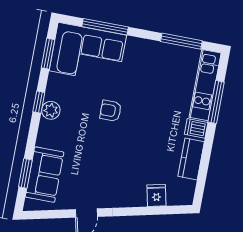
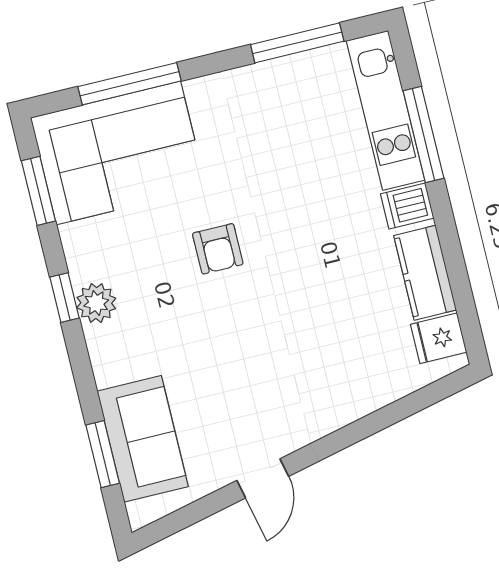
armchair: (111, 111) -> (218, 249), turned -90
fridge: (156, 195) -> (439, 338), moved, turned -77

